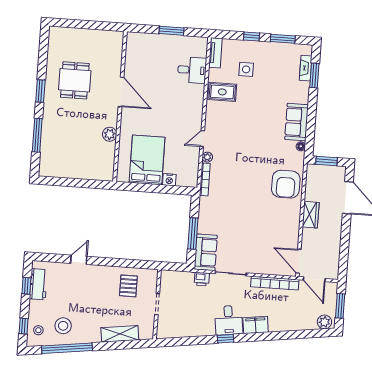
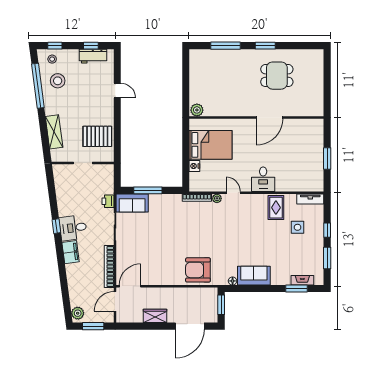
desk: (192, 70) -> (263, 179), moved
plant: (110, 134) -> (197, 110), moved
wardrobe: (311, 215) -> (155, 316), moved, turned 180
pallet: (128, 286) -> (97, 136), width x1.50, depth x1.42

